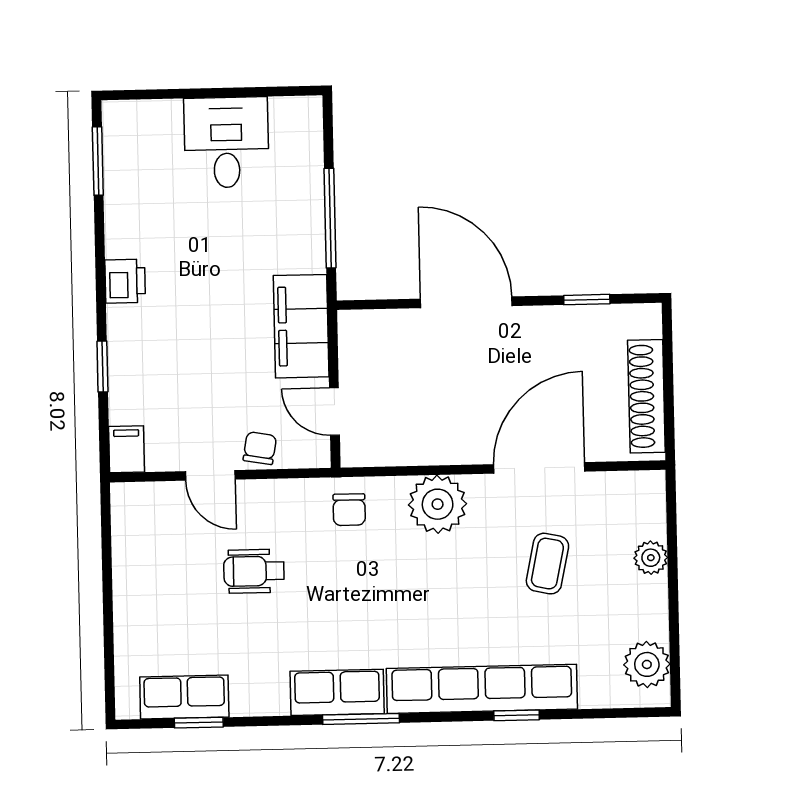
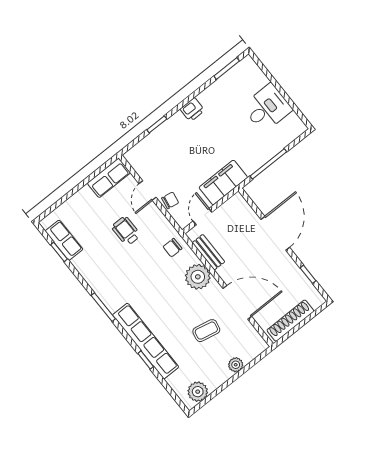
filing cabinet: (127, 449) -> (134, 155), removed
bench: (408, 450) -> (208, 252), added
row of seats: (337, 692) -> (109, 178), moved, turned 90

